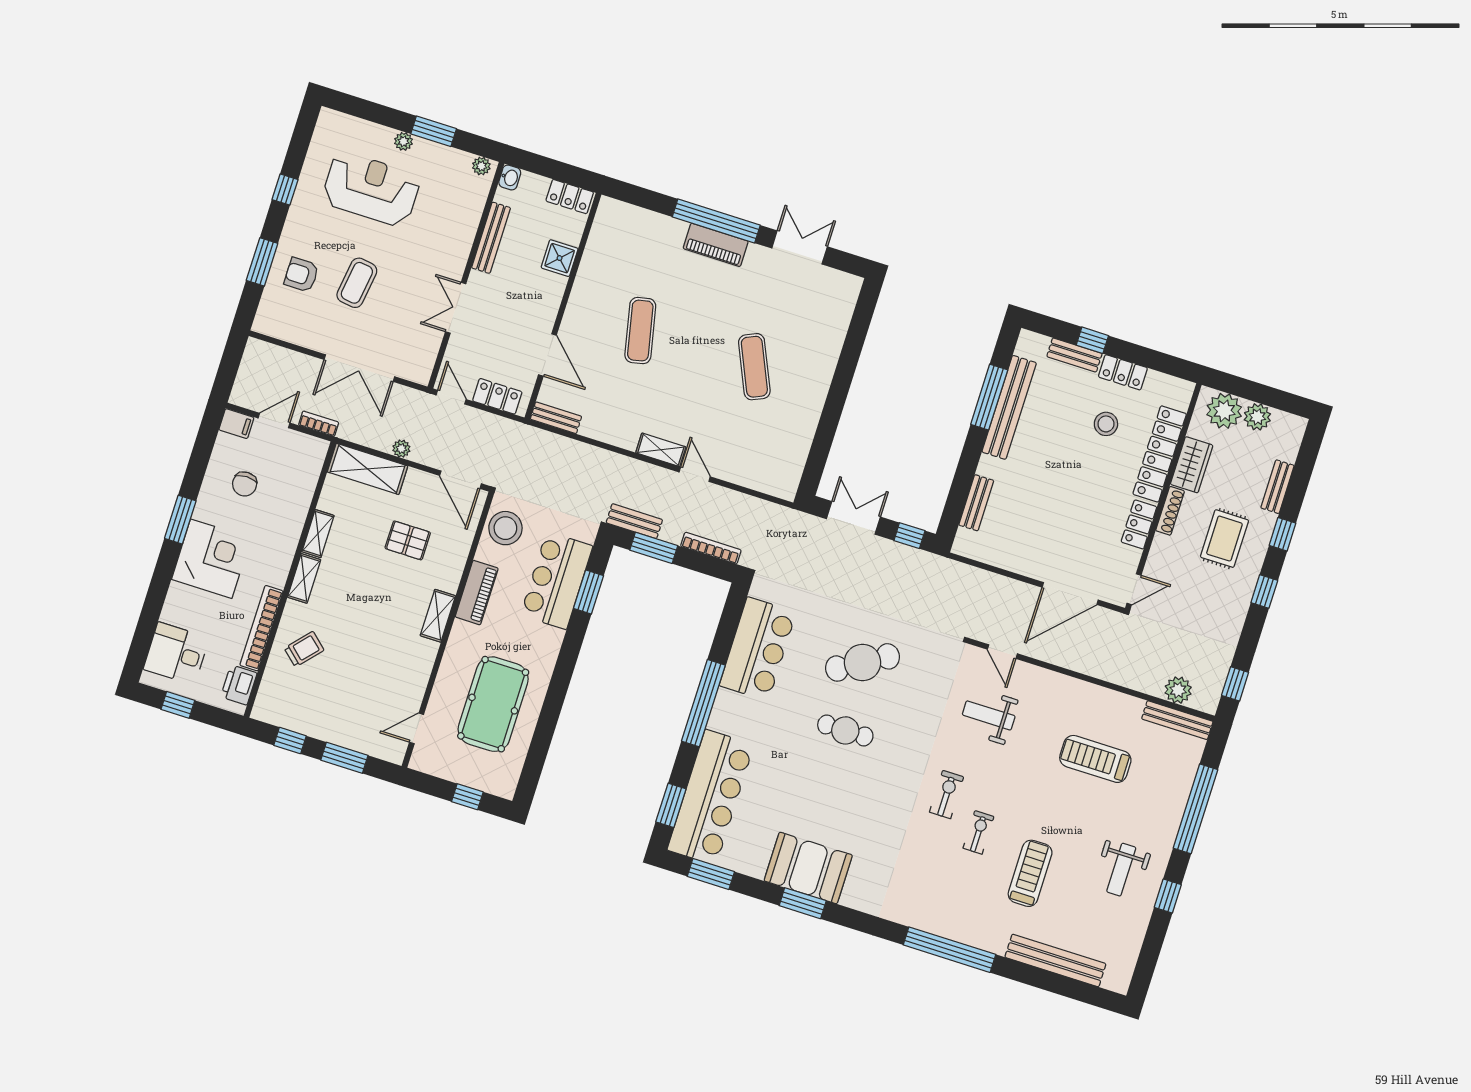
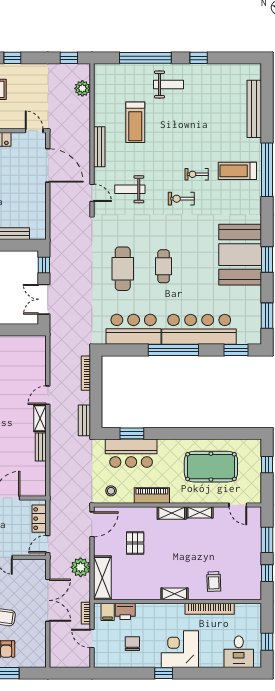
bench: (556, 418) -> (41, 447), moved
filing cabinet: (236, 424) -> (108, 612), moved, turned 180
plant: (401, 449) -> (81, 567), width x1.88, depth x1.88
chair: (245, 484) -> (132, 644), turned -90
window: (180, 520) -> (164, 673), width x0.67
stool: (505, 528) -> (111, 491), width x0.53, depth x0.53
shelving: (318, 534) -> (200, 512), moved
window: (654, 548) -> (96, 405), removed
trolley: (304, 649) -> (214, 581), turned -134
door: (1002, 652) -> (92, 193), hinge flipped
cafe table: (862, 662) -> (123, 269), turned 31
printer: (239, 685) -> (125, 611), moved
weight bench: (989, 715) -> (130, 189), turned 90
bench: (1177, 720) -> (99, 147), moved
bar counter: (711, 797) -> (199, 329), moved
booth: (808, 868) -> (240, 255), width x1.36, depth x1.42
weight bench: (1121, 870) -> (168, 84), moved
treadmill: (1030, 873) -> (237, 171), moved

